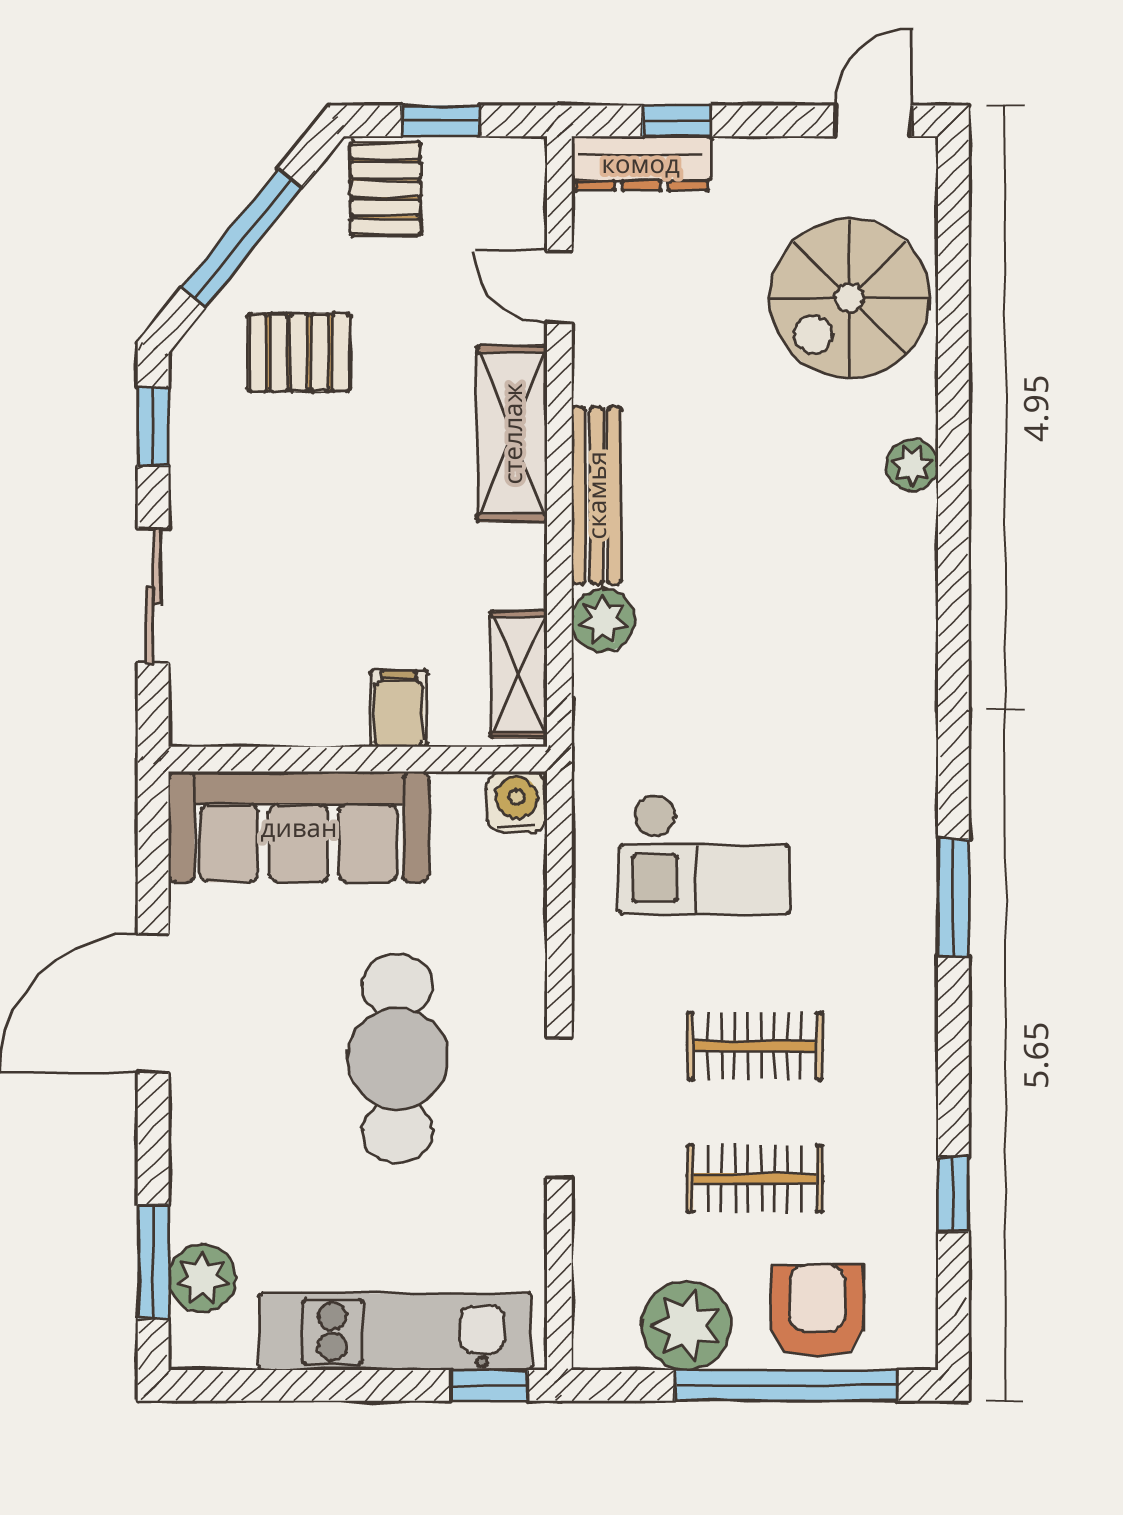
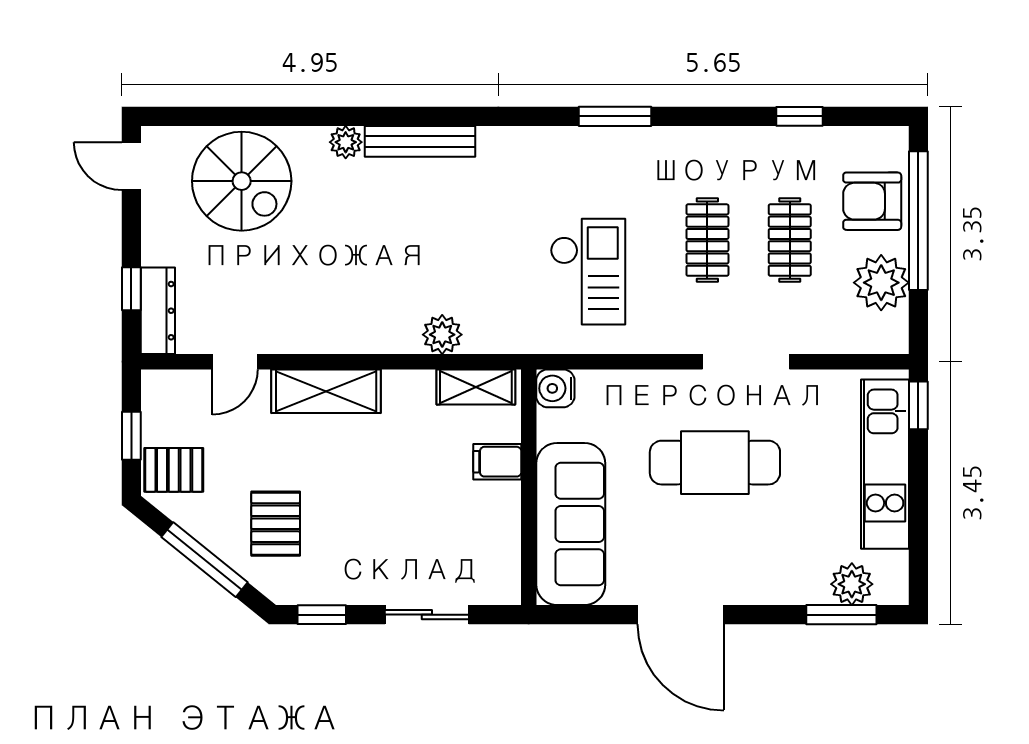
bench: (596, 495) -> (420, 141), moved

